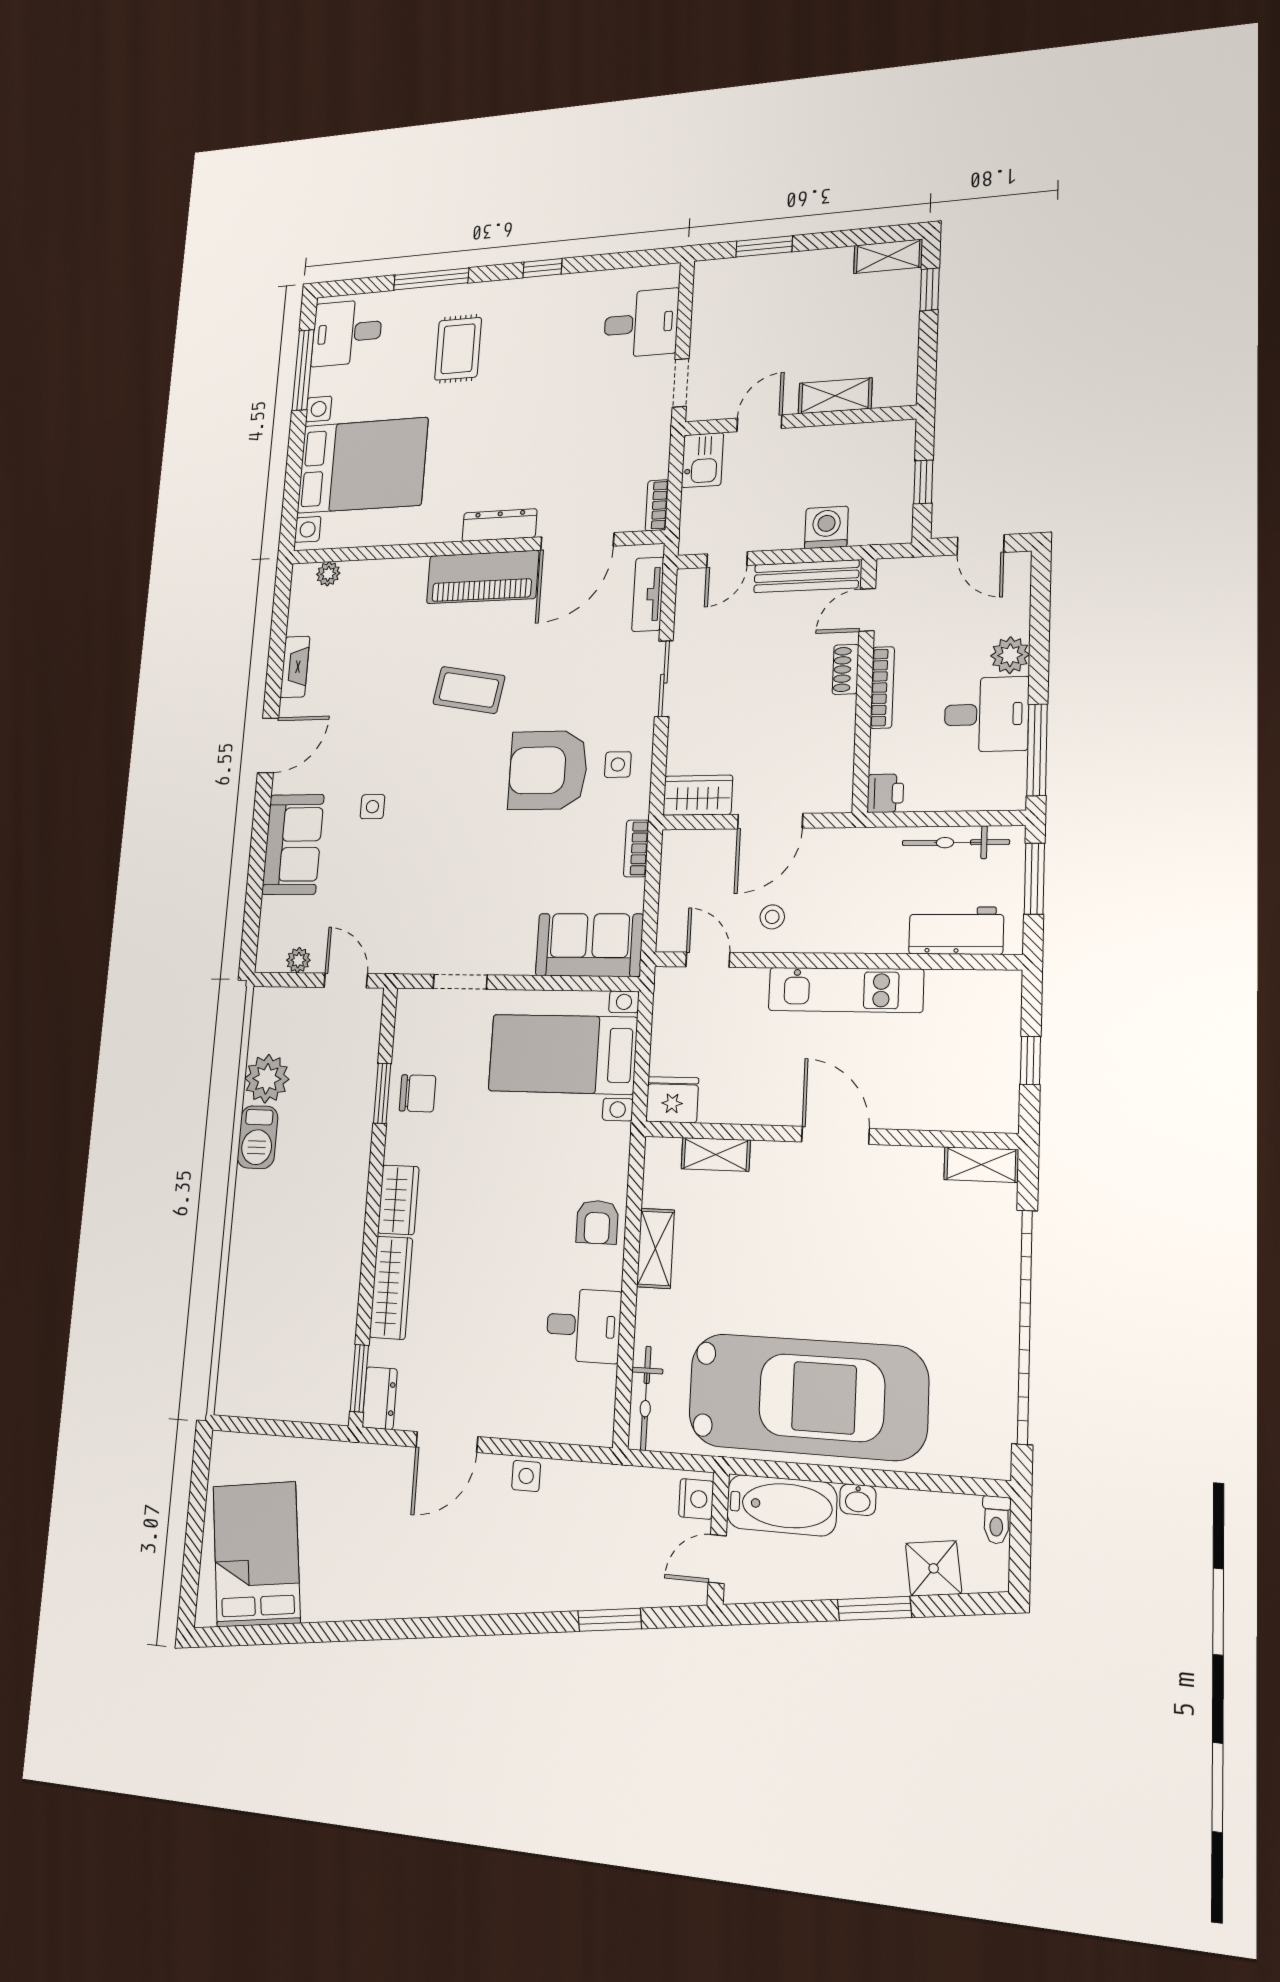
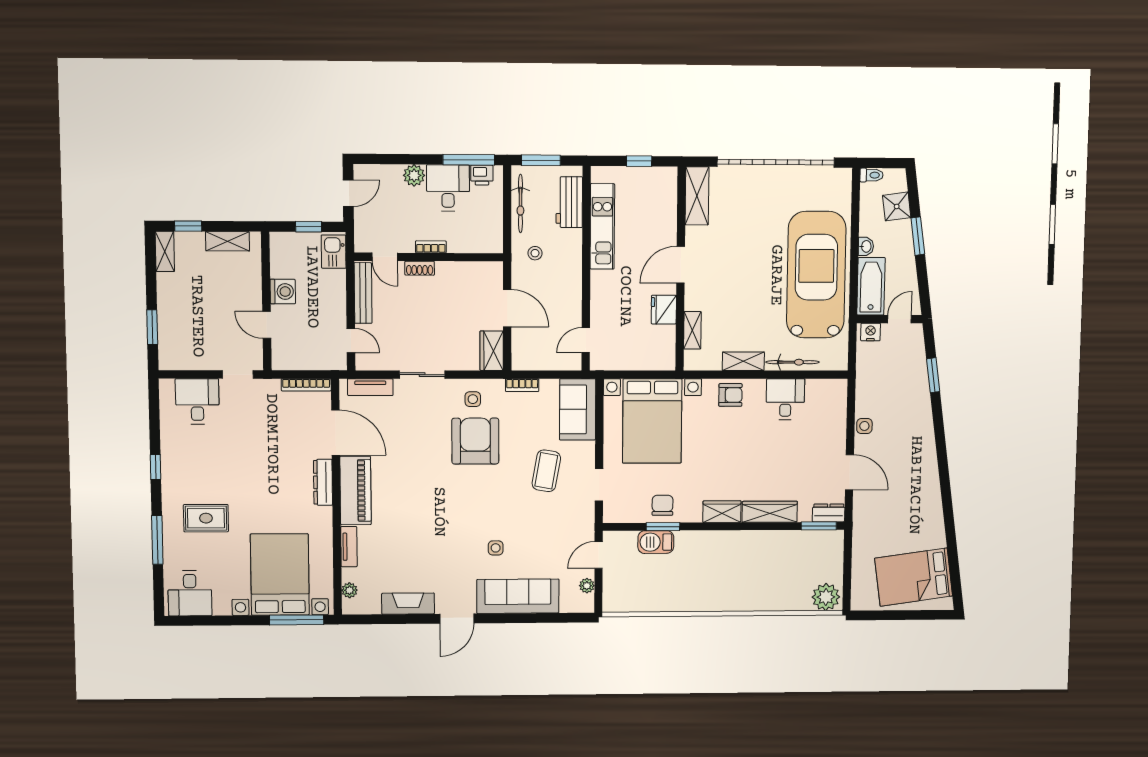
window: (303, 370) -> (297, 620), moved
shelving: (835, 396) -> (228, 241), moved, turned 90
kitchen sink: (702, 460) -> (334, 252), moved, turned -90
bookcase: (657, 505) -> (306, 385), width x1.56
washing machine: (826, 527) -> (283, 292), moved, turned 180
tv unit: (395, 570) -> (349, 547), added
fireplace: (295, 667) -> (408, 604), width x1.37, depth x1.32
bookcase: (882, 688) -> (431, 247), width x0.64
coffee table: (469, 690) -> (546, 471), moved
door: (268, 745) -> (457, 619), swing flipped
armchair: (548, 770) -> (475, 441), turned 180
printer: (885, 793) -> (482, 175), moved, turned 180
sofa: (293, 844) -> (518, 596), width x1.36
stool: (772, 917) -> (535, 253), moved
kitchen unit: (846, 990) -> (602, 226), moved
bed with nightstands: (563, 1054) -> (652, 421), width x1.36
plant: (267, 1079) -> (826, 597), moved
fridge: (672, 1100) -> (664, 310), moved
barbecue: (257, 1137) -> (656, 542), moved, turned 180
shelving: (981, 1165) -> (697, 196), width x1.50, depth x1.33
bicycle: (646, 1398) -> (792, 362), moved
door: (717, 1559) -> (900, 319), swing flipped

